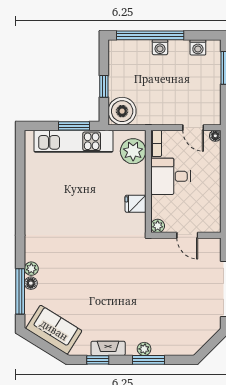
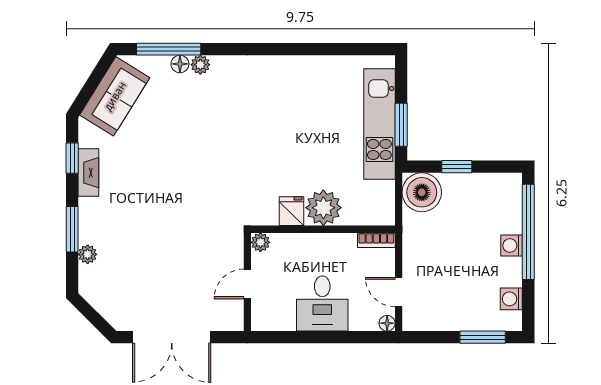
door: (193, 128) -> (399, 292), hinge flipped
plant: (133, 151) -> (323, 208), moved
desk: (171, 176) -> (322, 304), moved, turned 180
plant: (144, 349) -> (88, 254), moved

